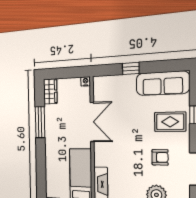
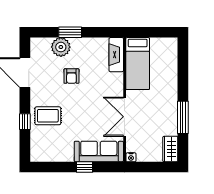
sofa: (163, 83) -> (99, 151), moved
armchair: (160, 157) -> (71, 76), moved, turned -90

